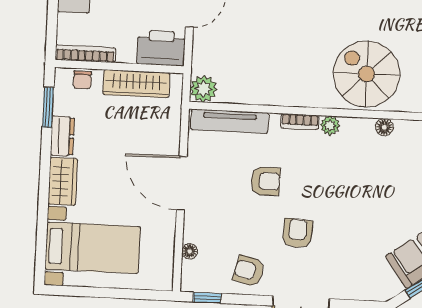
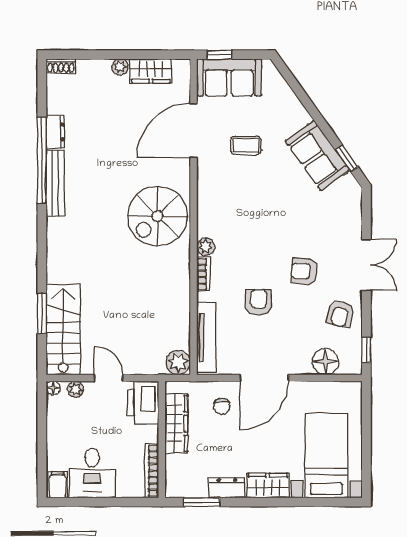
chair: (82, 80) -> (222, 406), moved, turned 90
floor lamp: (384, 127) -> (205, 198), removed
floor lamp: (190, 251) -> (325, 362), width x1.89, depth x1.89

